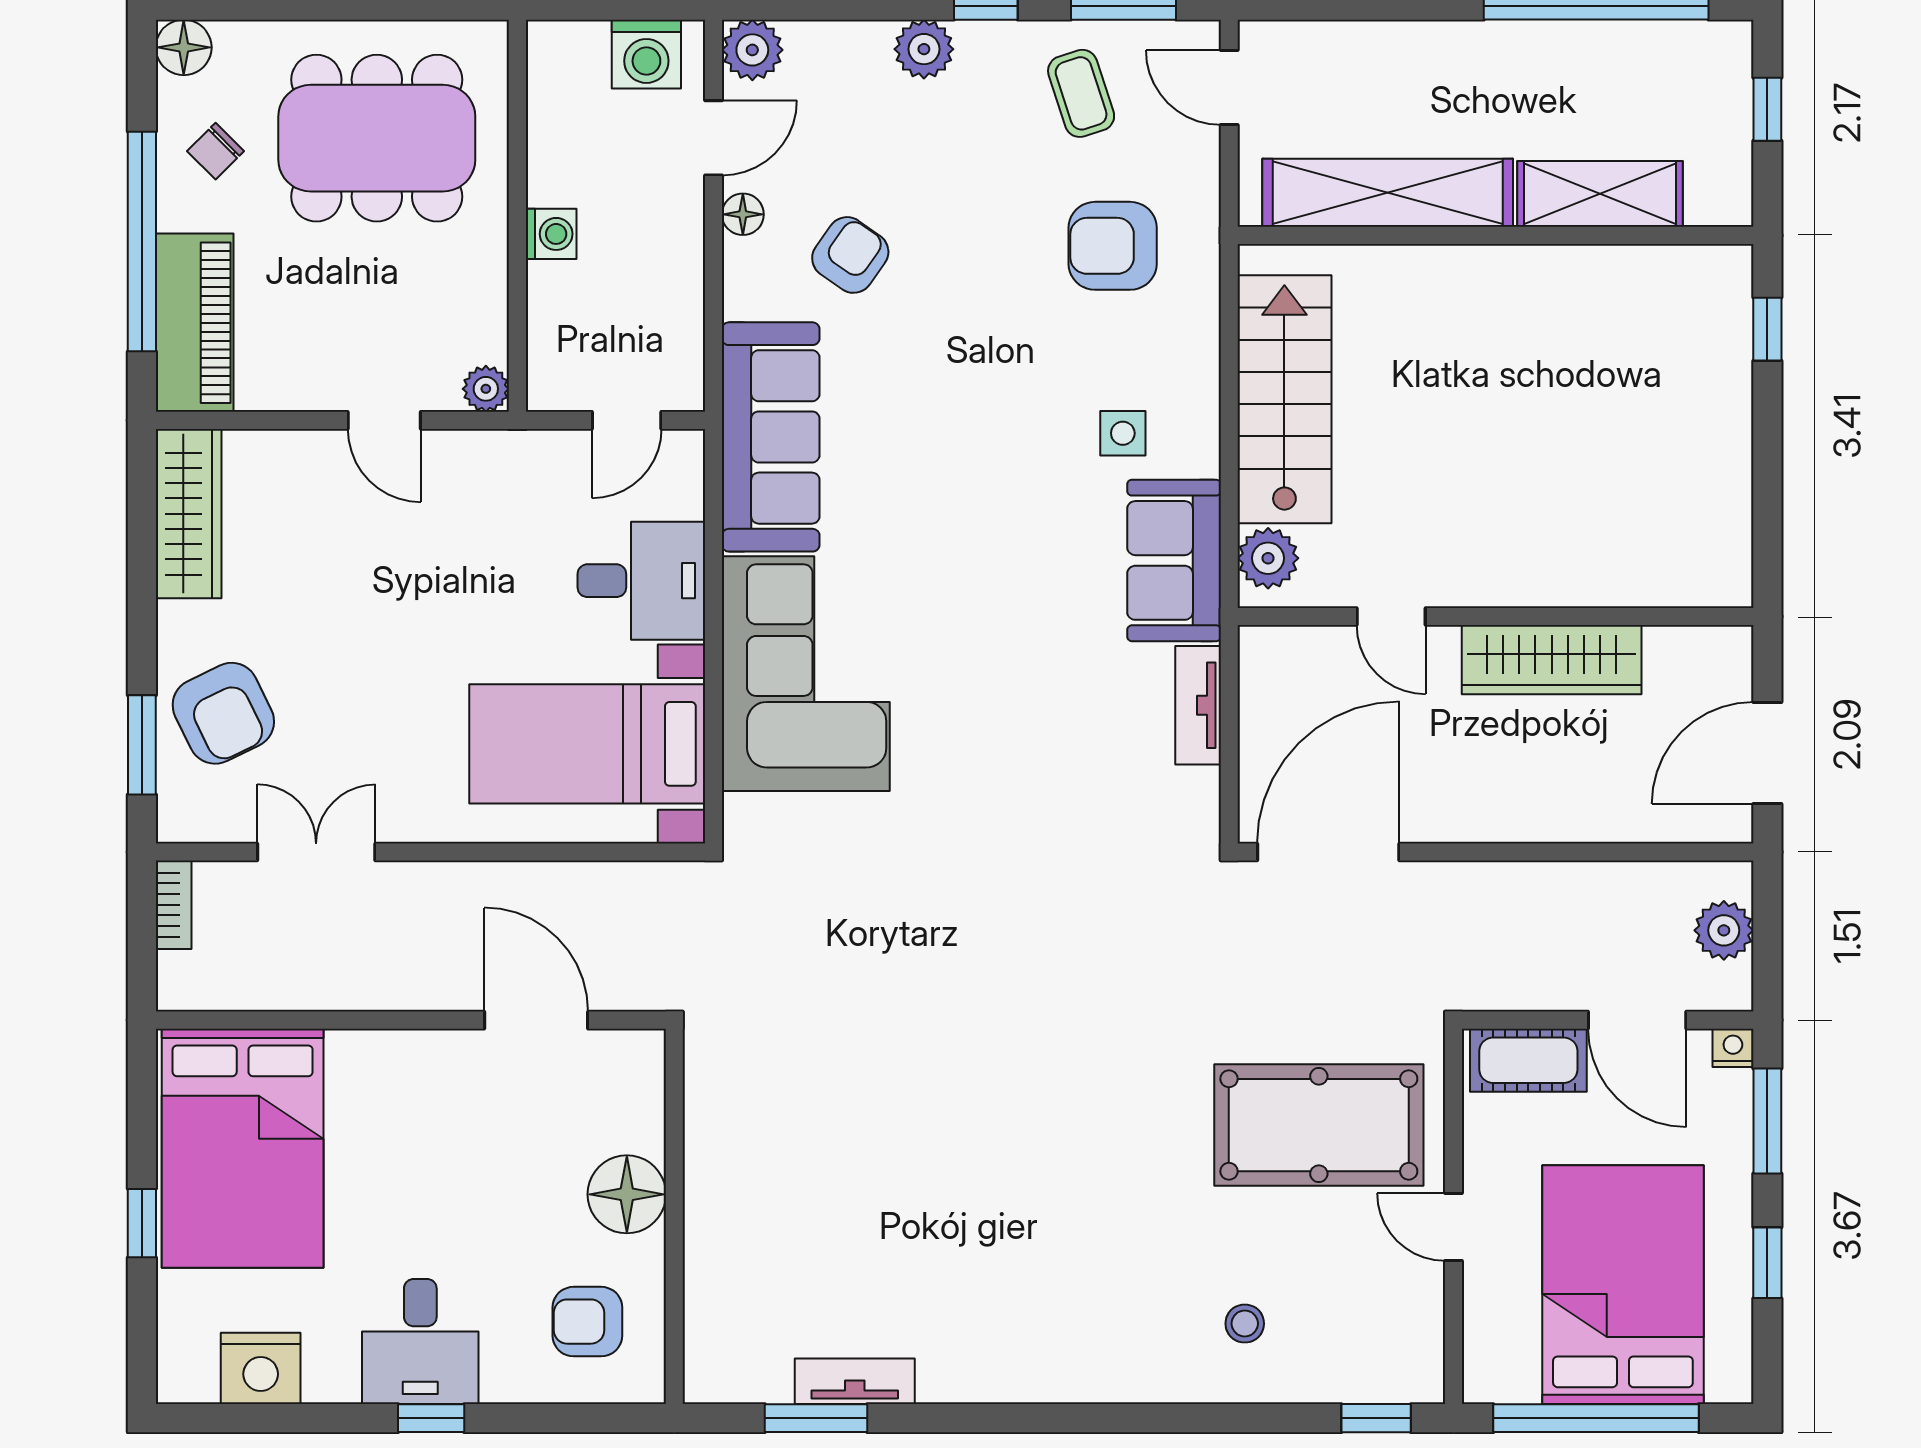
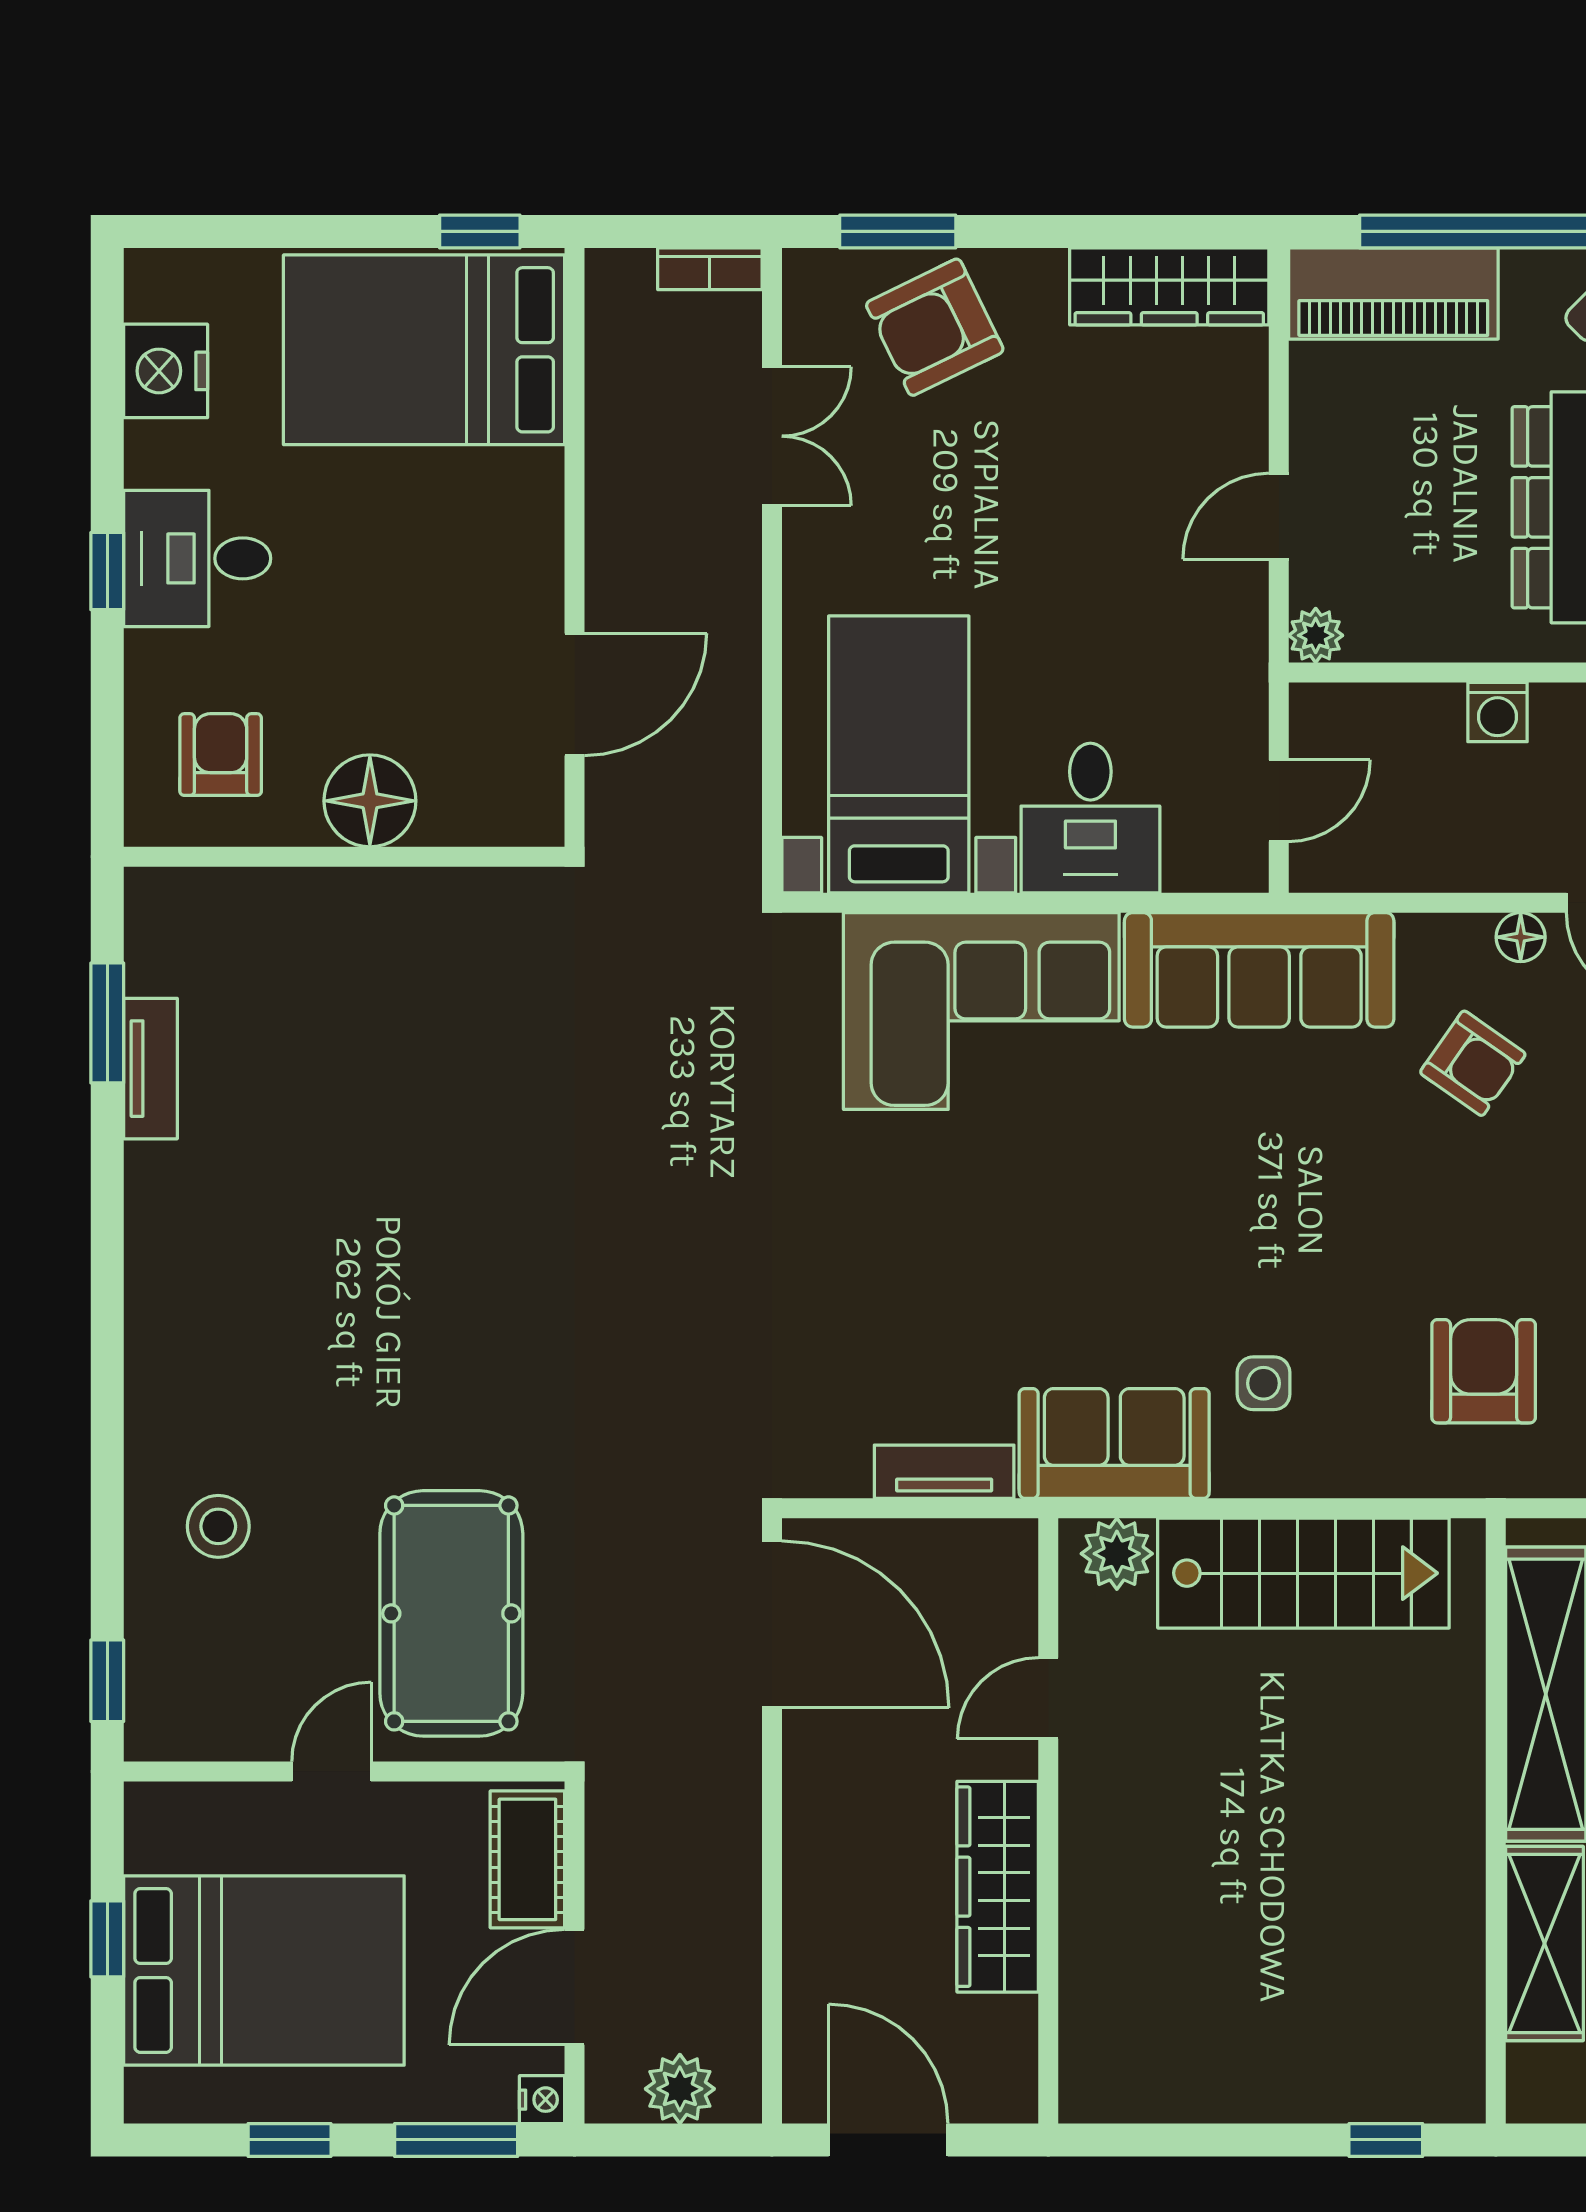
door: (627, 420) -> (1279, 801), swing flipped
window: (142, 1223) -> (480, 231), moved
stool: (1245, 1324) -> (218, 1526), width x1.37, depth x1.37
window: (1596, 1418) -> (107, 1939), width x0.32

